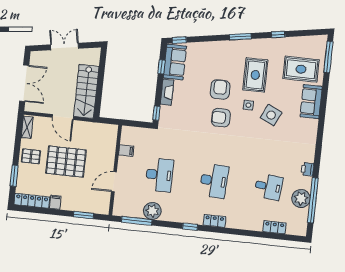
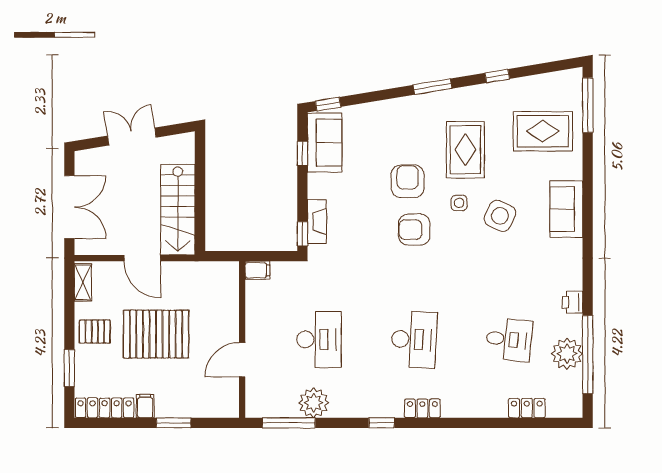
fireplace: (167, 92) -> (317, 222), moved
sofa: (311, 102) -> (566, 209), moved
filing cabinet: (126, 151) -> (257, 270), moved
window: (83, 215) -> (174, 423), moved

